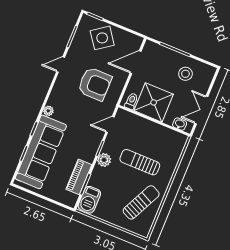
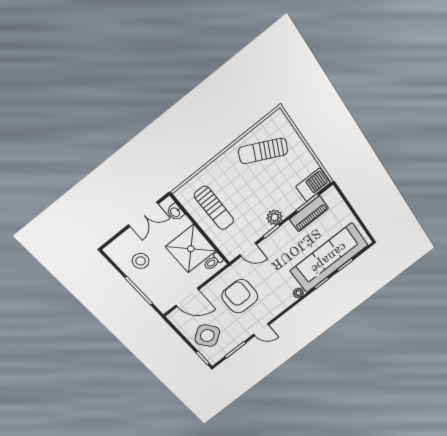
sun lounger: (140, 162) -> (214, 208), moved

